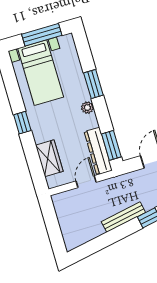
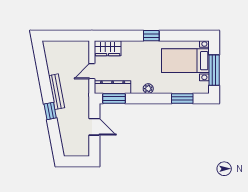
window: (93, 84) -> (182, 99), moved
wardrobe: (49, 158) -> (108, 48), moved
door: (86, 182) -> (92, 71), swing flipped

